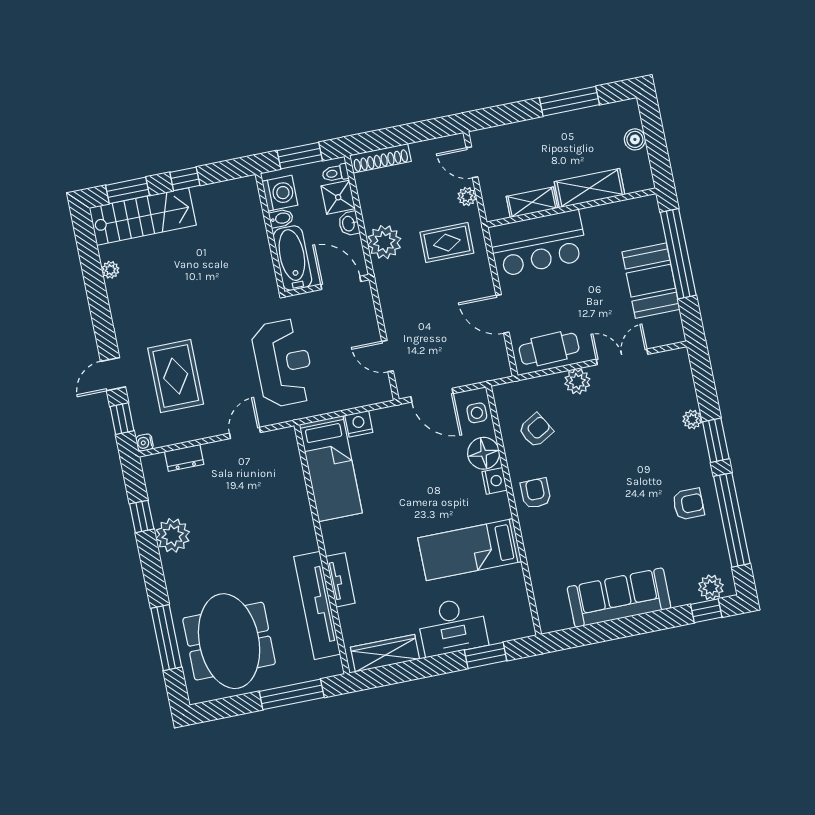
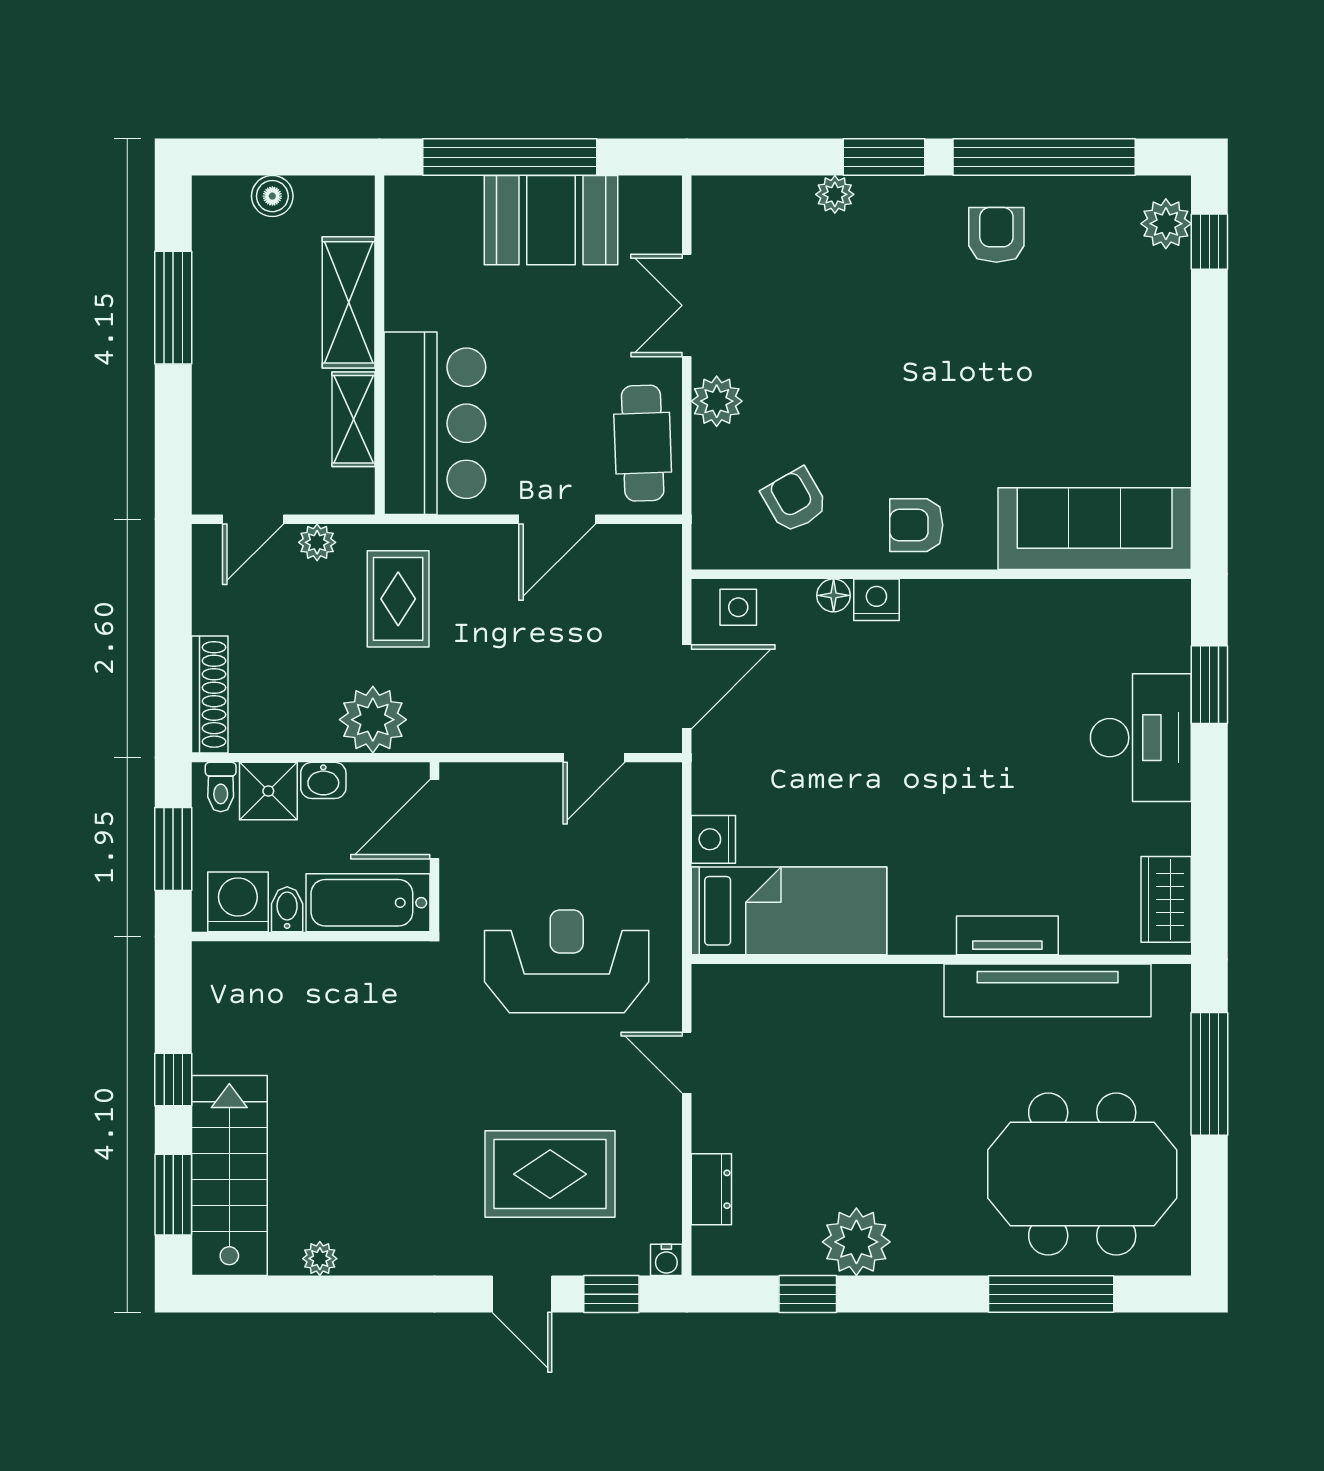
floor lamp: (484, 453) -> (834, 595), width x0.53, depth x0.53
bed: (470, 550) -> (999, 674), removed
sofa: (619, 598) -> (1095, 529), moved, turned 90
wardrobe: (385, 653) -> (1166, 899), width x0.67

